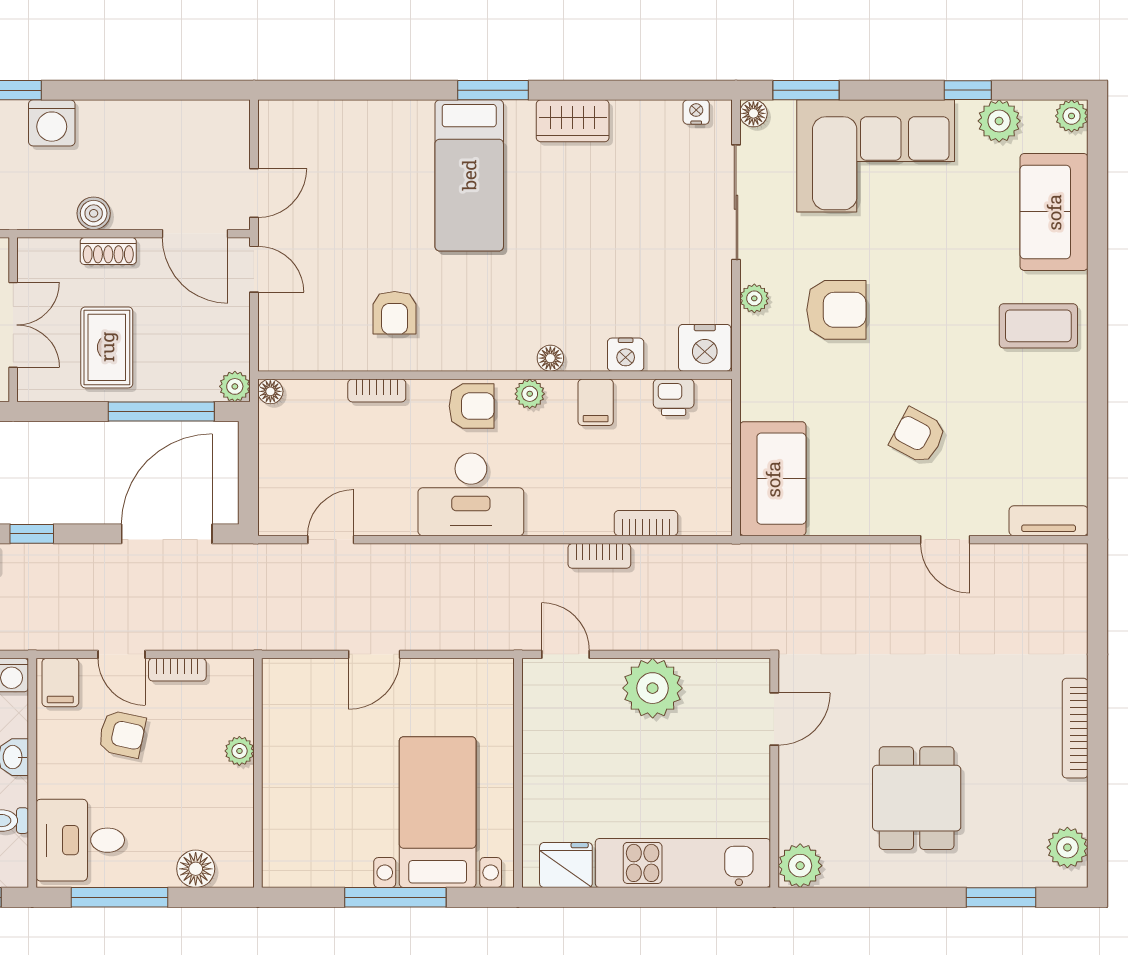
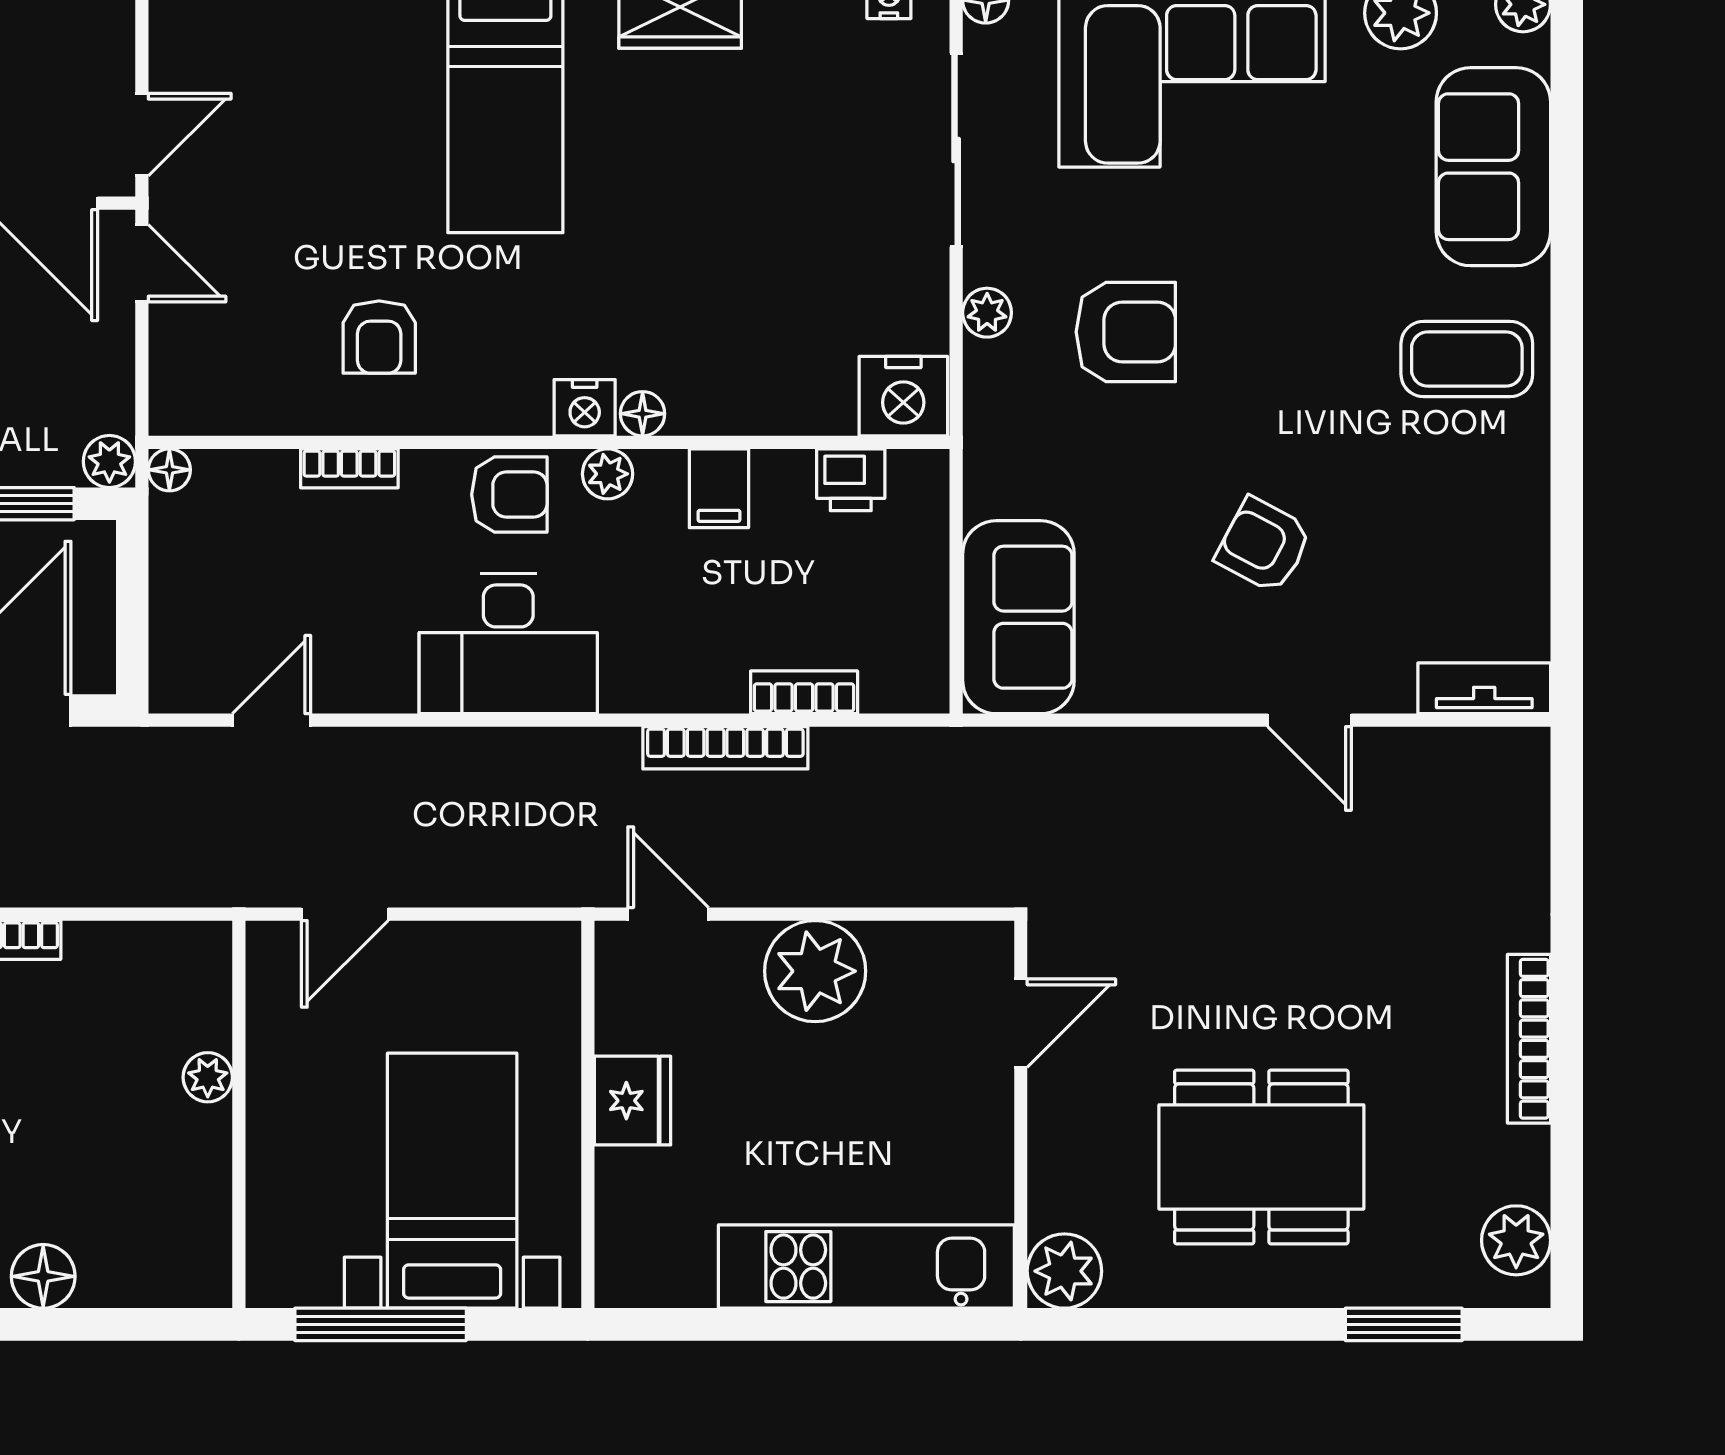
nightstand: (626, 355) -> (585, 408), moved
bookcase: (599, 556) -> (725, 748), width x1.56
plant: (239, 751) -> (208, 1077), moved
wall: (258, 773) -> (239, 1114), moved
dining table: (917, 798) -> (1261, 1157), width x1.38
fridge: (566, 865) -> (632, 1101), moved, turned 90

